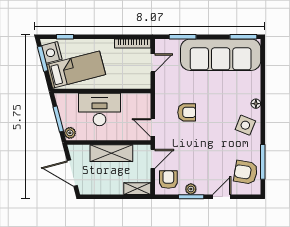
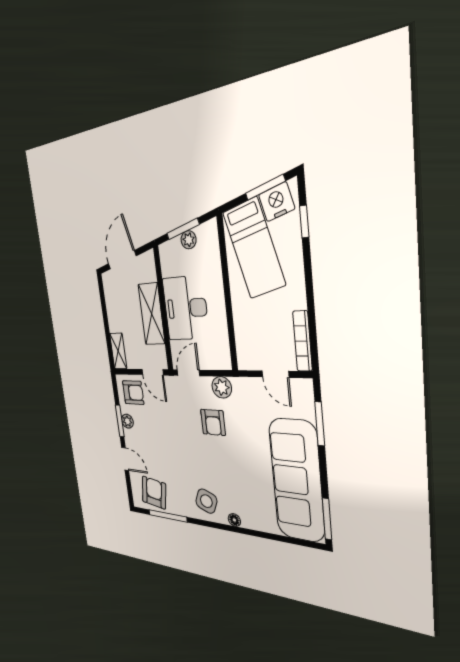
plant: (162, 102) -> (222, 387), added
desk: (100, 109) -> (186, 308), moved, turned 180
plant: (70, 133) -> (189, 240), moved

